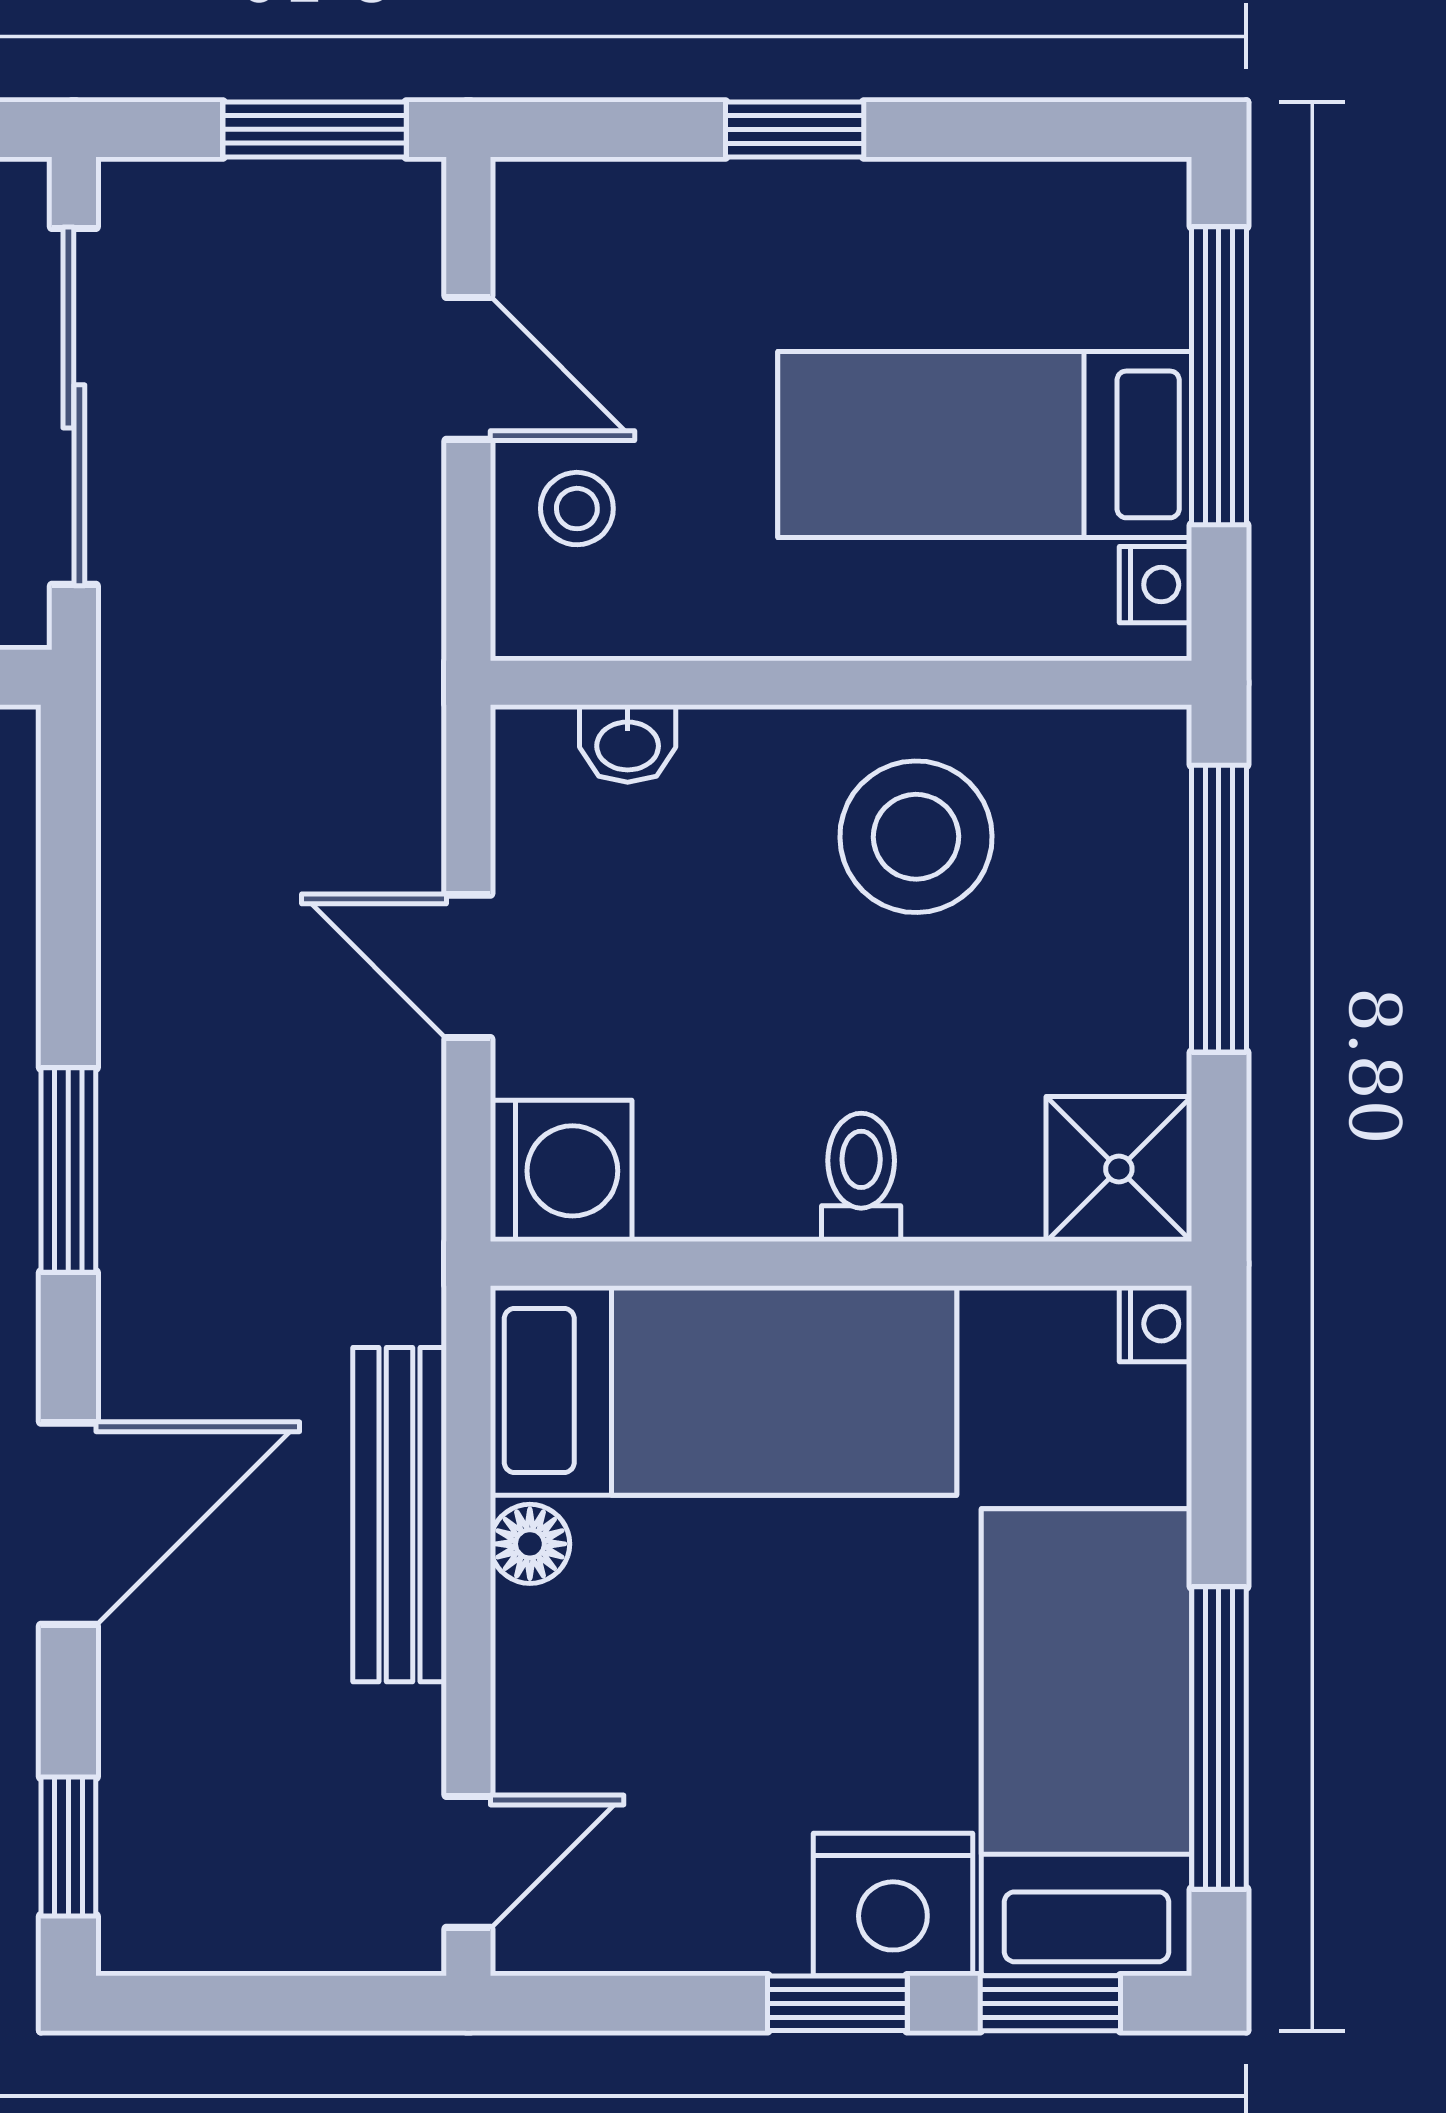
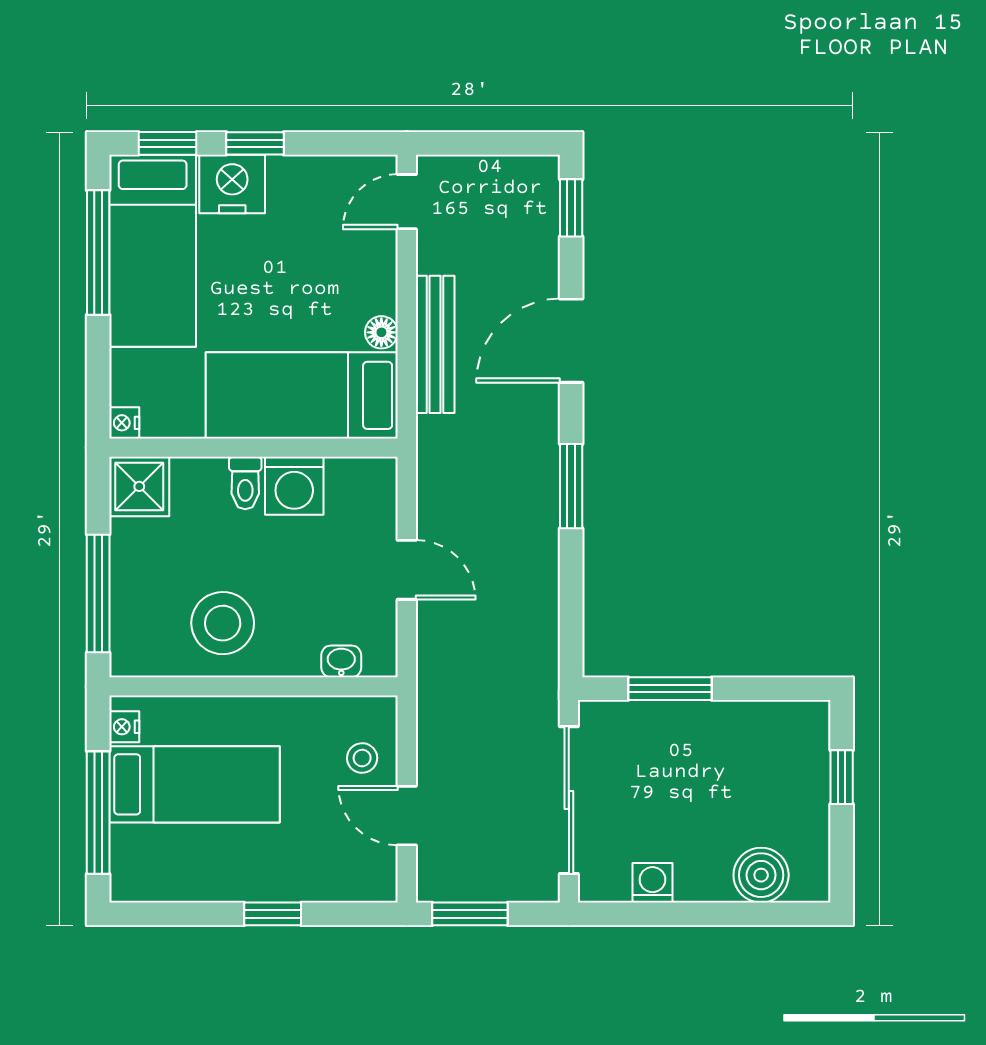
washing machine: (561, 1171) -> (294, 486), moved, turned -90

